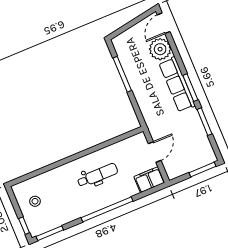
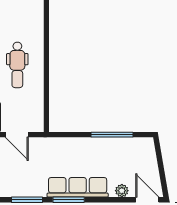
plant: (160, 49) -> (122, 191), width x0.53, depth x0.53

